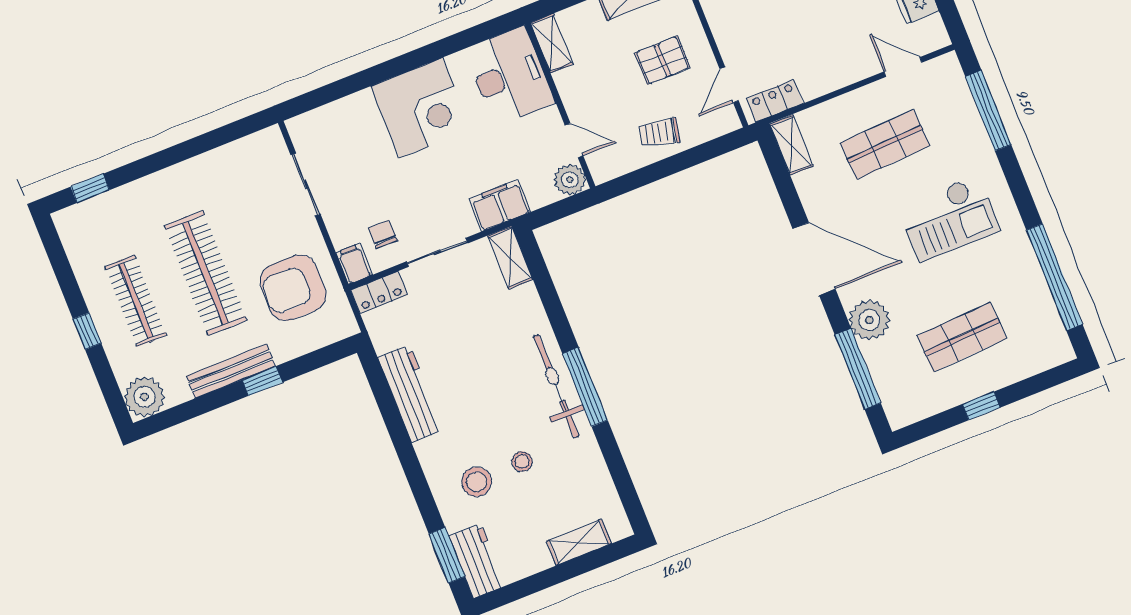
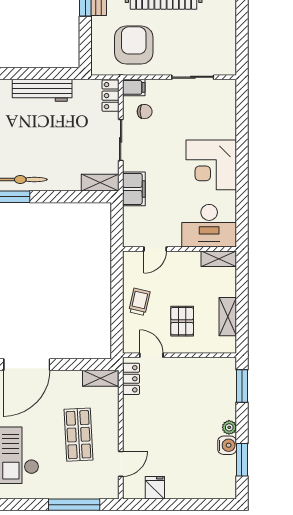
plant: (570, 180) -> (133, 237), removed

